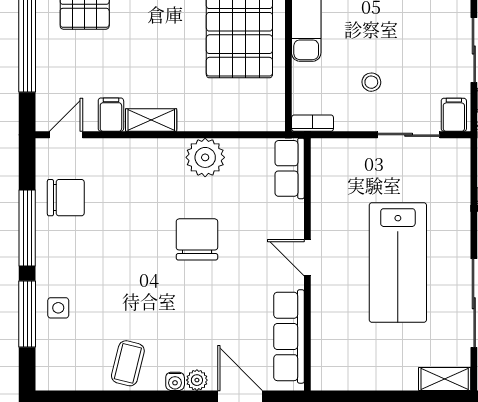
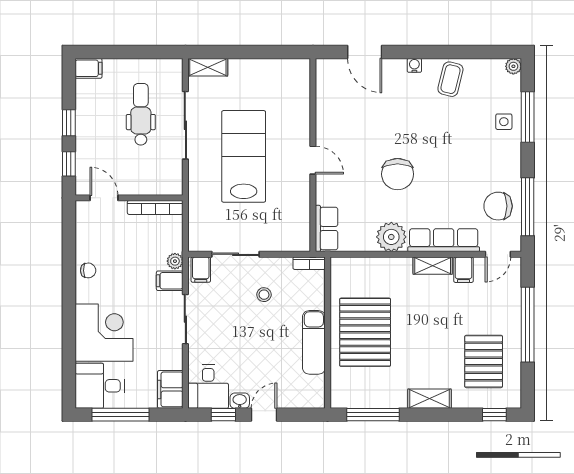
window: (27, 228) -> (528, 207), moved
row of seats: (289, 336) -> (444, 240), moved, turned -90
plant: (197, 380) -> (513, 66), moved

